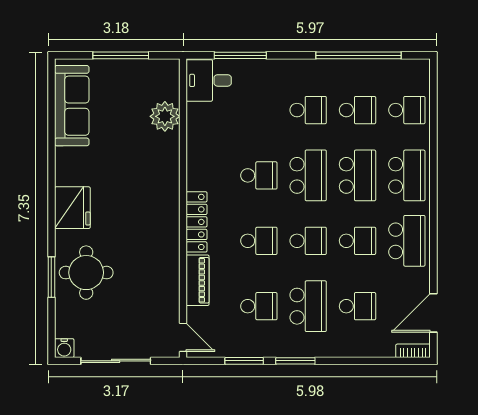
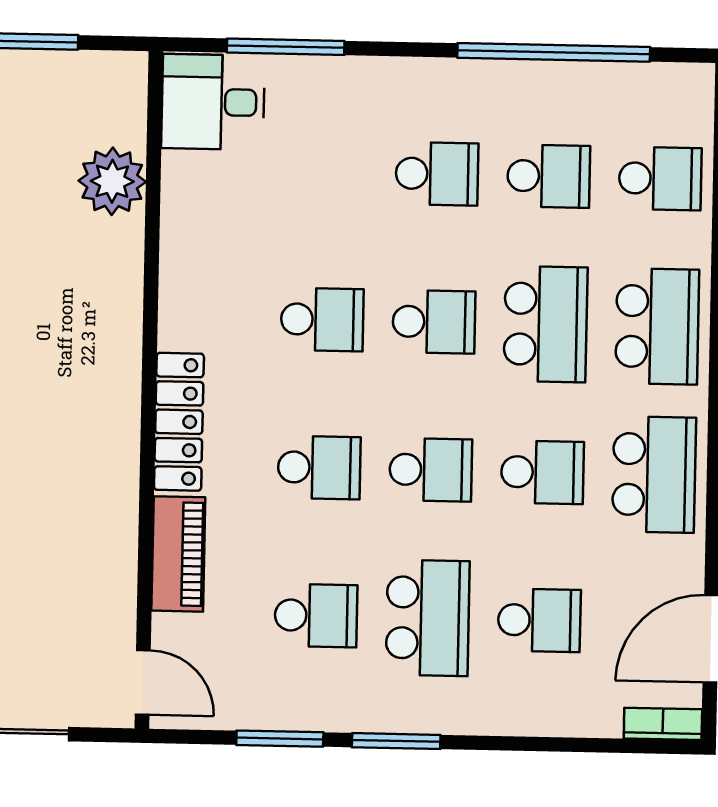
school desk: (308, 175) -> (434, 322), width x0.54

